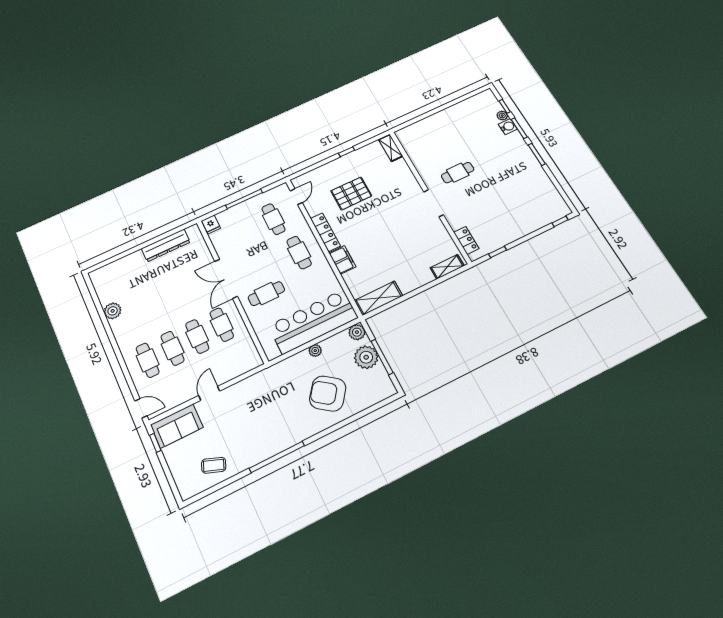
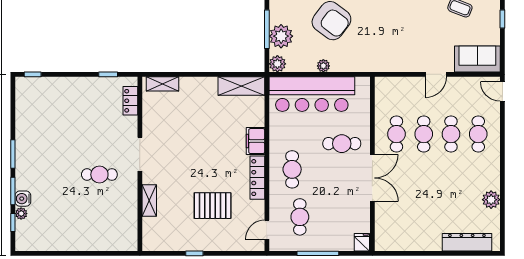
shelving: (391, 148) -> (149, 200), moved
dresser: (166, 245) -> (467, 242), moved
window: (155, 443) -> (502, 19), moved

